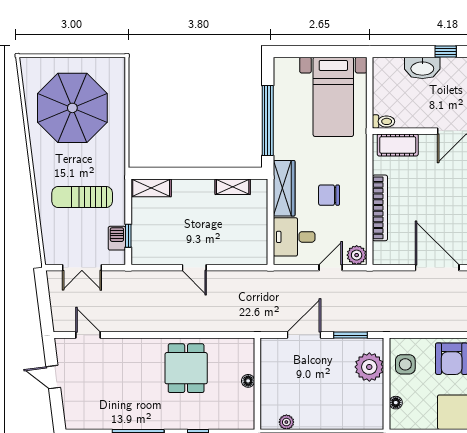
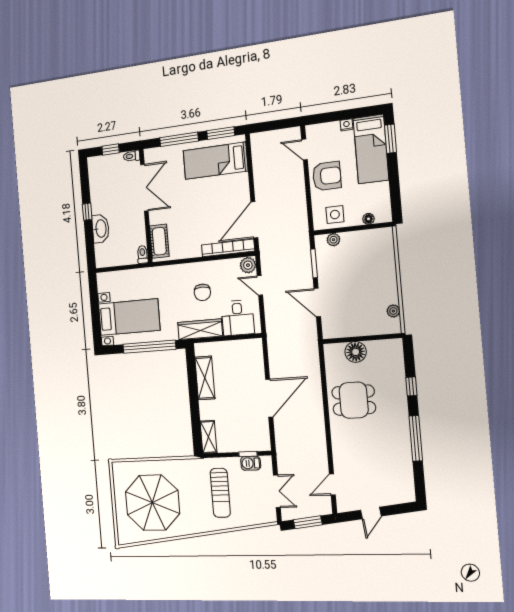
bed with nightstands: (333, 97) -> (129, 317), moved
shelving: (233, 187) -> (205, 378), width x1.50, depth x1.33
bookcase: (380, 208) -> (228, 248), moved
door: (194, 268) -> (269, 398), width x1.88
door: (437, 268) -> (254, 220), moved
window: (44, 302) -> (308, 522), added
plant: (369, 367) -> (333, 240), width x0.53, depth x0.53
floor lamp: (248, 381) -> (356, 352), width x1.89, depth x1.89

